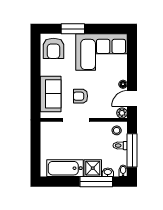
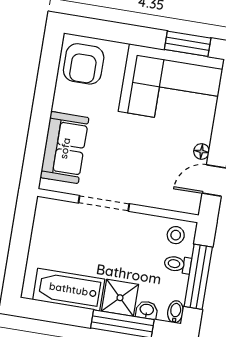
window: (73, 29) -> (188, 44), moved
armchair: (81, 96) -> (119, 161), removed
plant: (122, 113) -> (191, 204), removed

